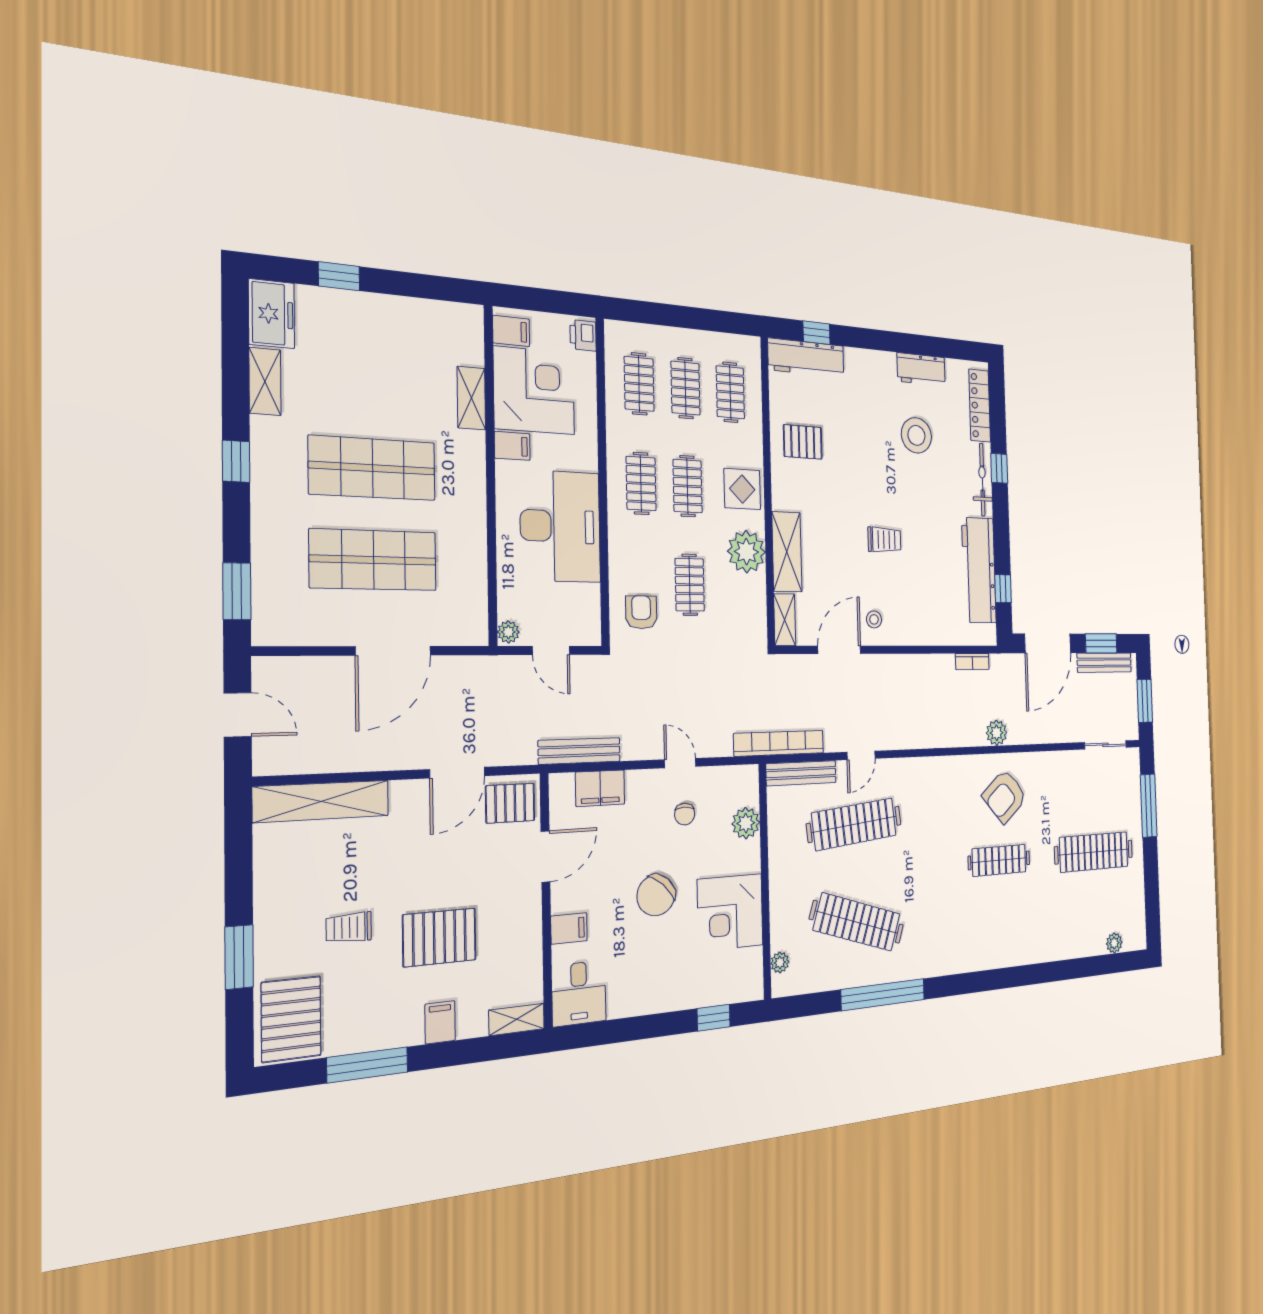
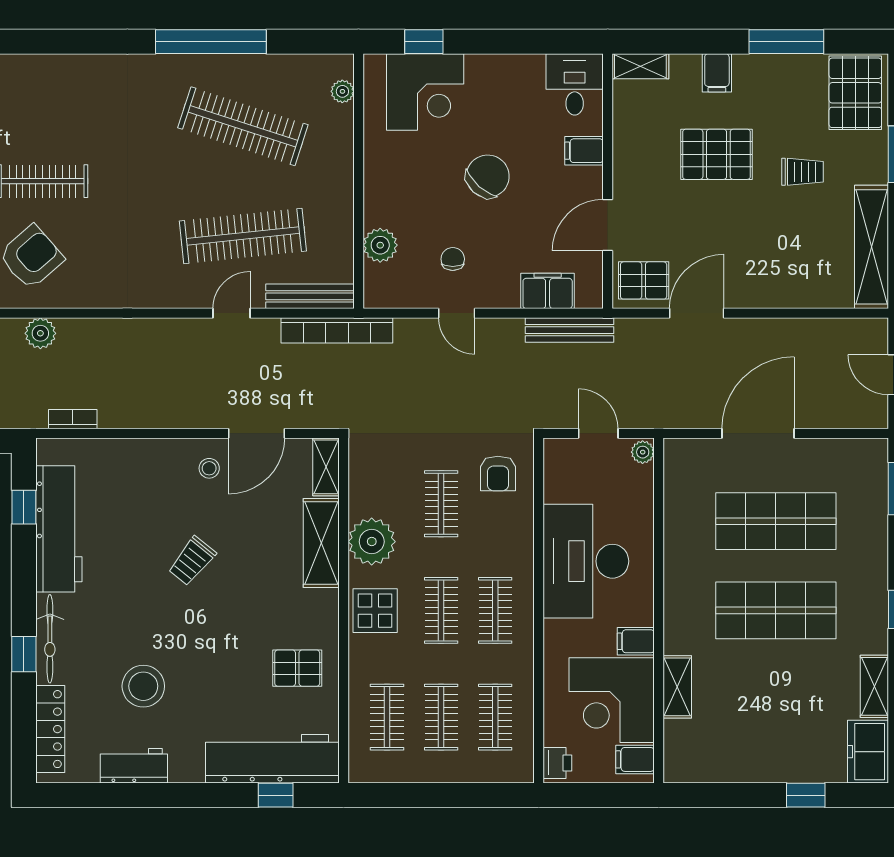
workbench: (806, 358) -> (272, 759), width x1.36, depth x1.32
trolley: (884, 540) -> (192, 561), turned -51
shelving: (321, 801) -> (872, 247), moved, turned 90
corner desk: (730, 912) -> (425, 92), moved, turned 90

